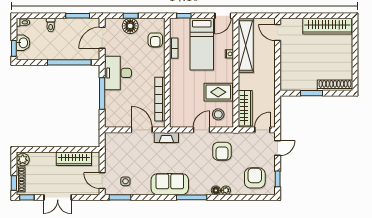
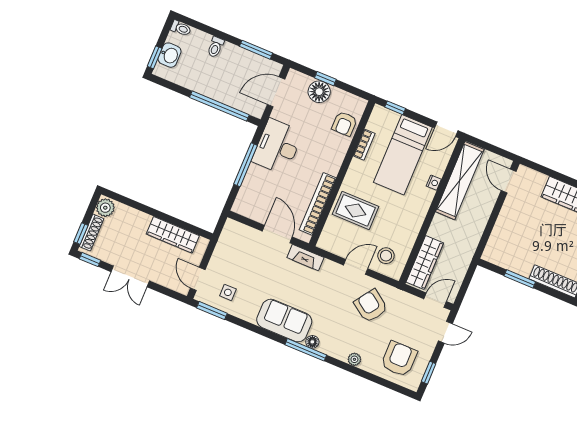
rug: (218, 92) -> (356, 210), moved
armchair: (222, 151) -> (371, 306), turned 125
floor lamp: (216, 190) -> (312, 342), moved

